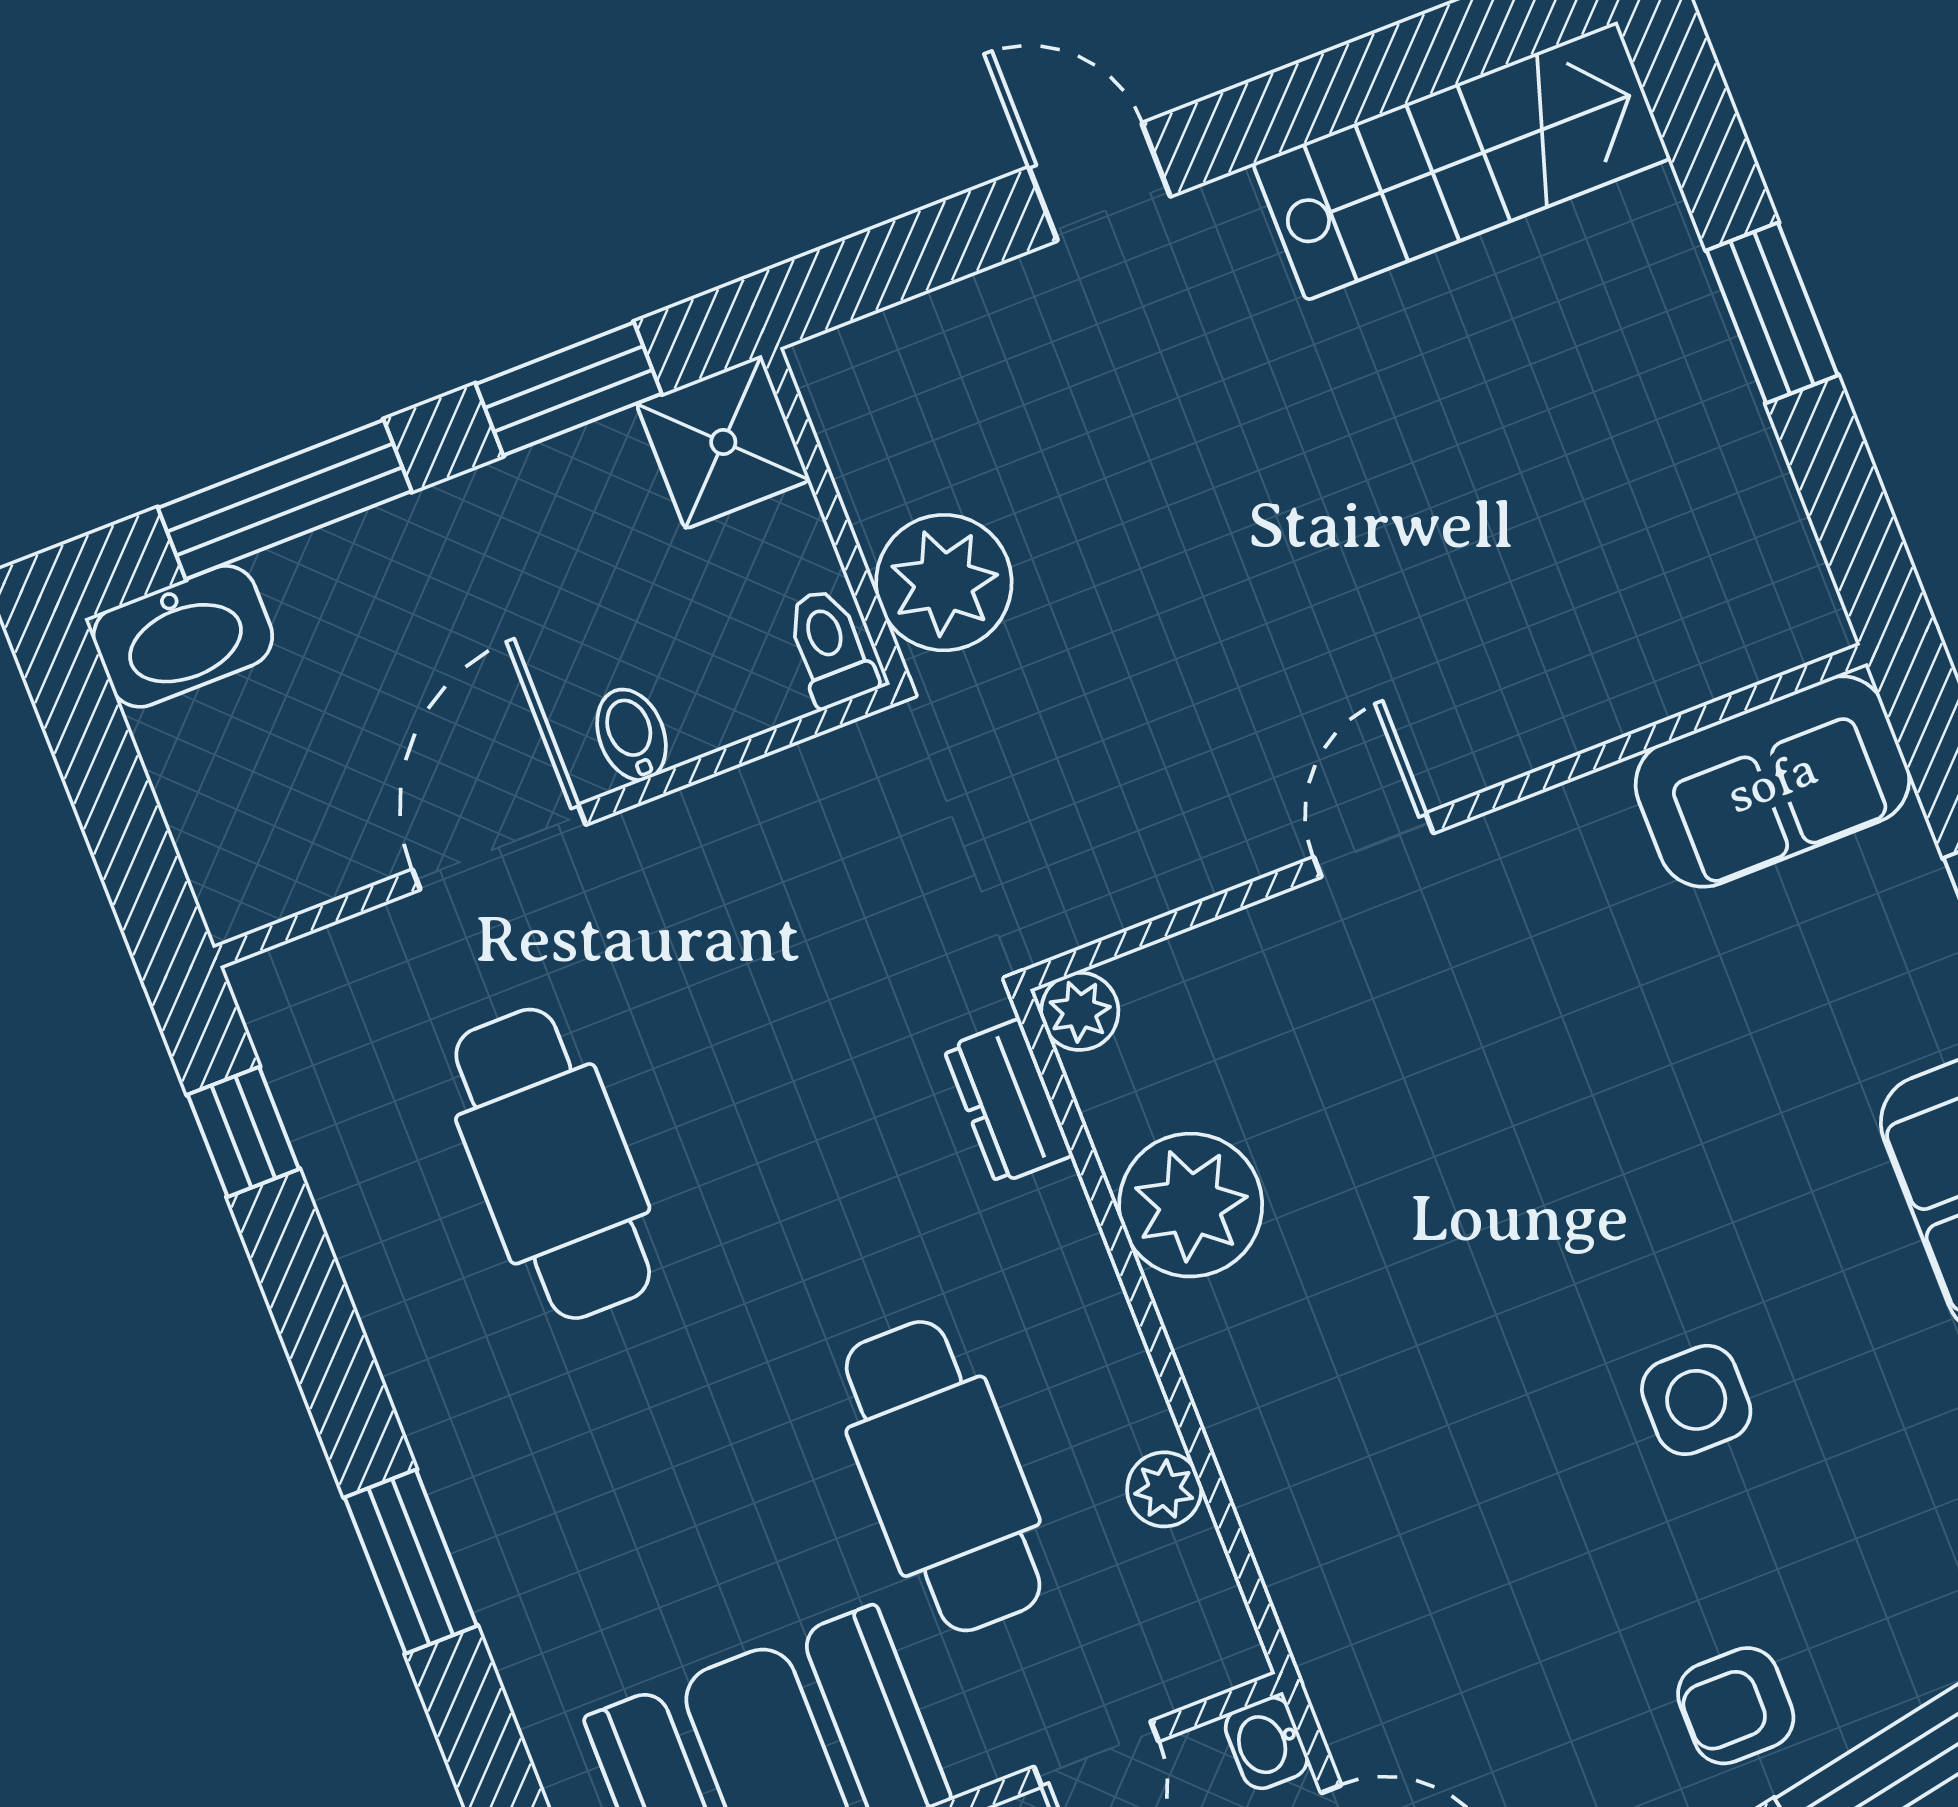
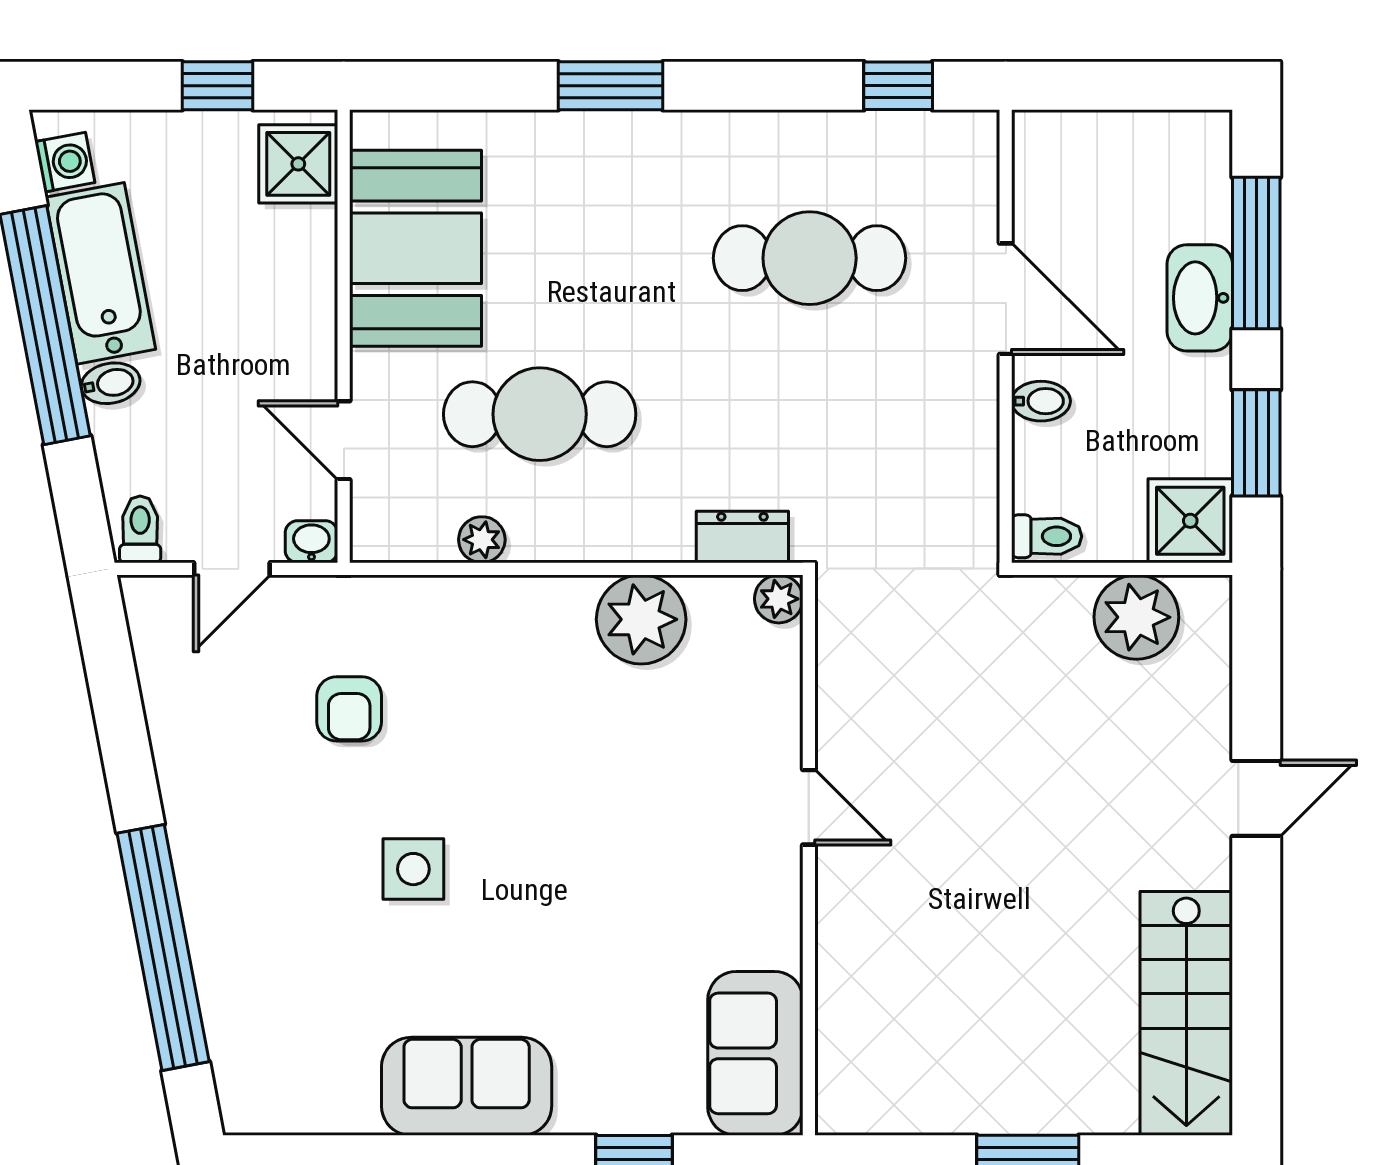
plant: (944, 583) -> (1136, 617), moved
washbasin: (183, 636) -> (1200, 298), moved
armchair: (1736, 1706) -> (349, 709), moved, turned 180

